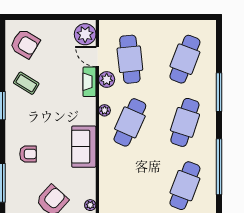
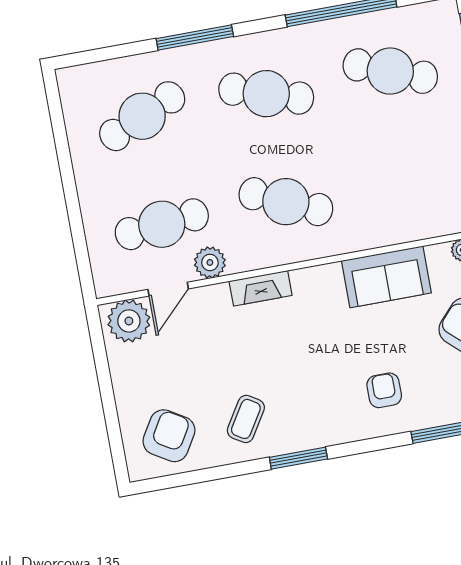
cafe table: (185, 59) -> (142, 116), turned -45
fireplace: (89, 82) -> (261, 288), moved
plant: (105, 110) -> (271, 256), removed
sofa: (84, 147) -> (386, 277), moved

